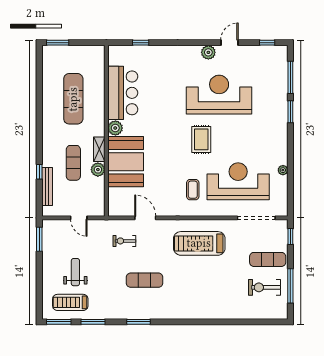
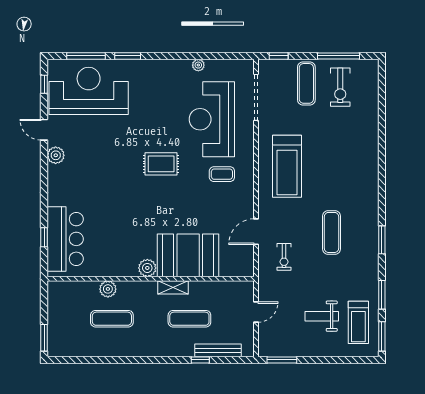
bar counter: (123, 93) -> (65, 239), moved, turned 90
reception desk: (219, 95) -> (89, 91), moved, turned 90
exercise mat: (73, 99) -> (112, 319), width x0.73, depth x0.69
plant: (98, 170) -> (108, 289), moved

